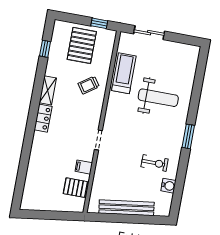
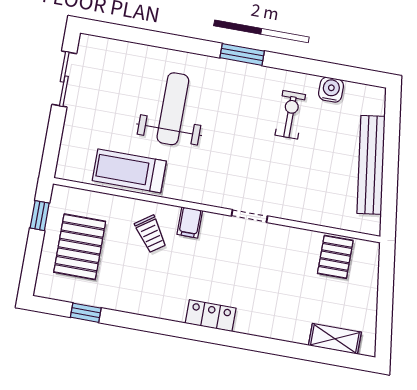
sliding door: (149, 33) -> (64, 79), moved
pallet: (82, 45) -> (80, 247), turned 90
shelving: (48, 90) -> (335, 339), moved
filing cabinet: (84, 167) -> (190, 222), moved

